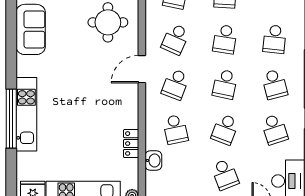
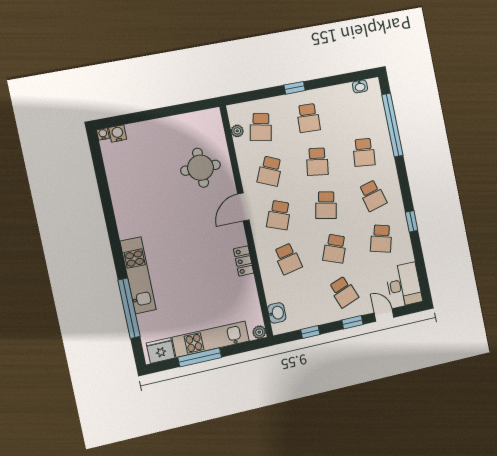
sofa: (31, 29) -> (125, 190), removed
window: (11, 119) -> (129, 308), moved
school desk: (275, 129) -> (381, 239), turned 33
locker: (131, 144) -> (244, 261), moved
washbasin: (153, 161) -> (277, 313), moved

